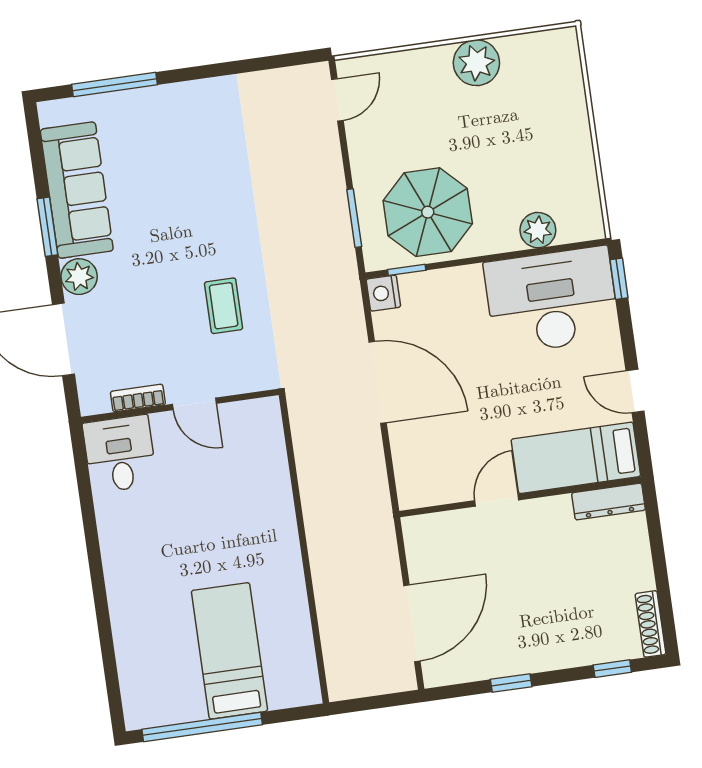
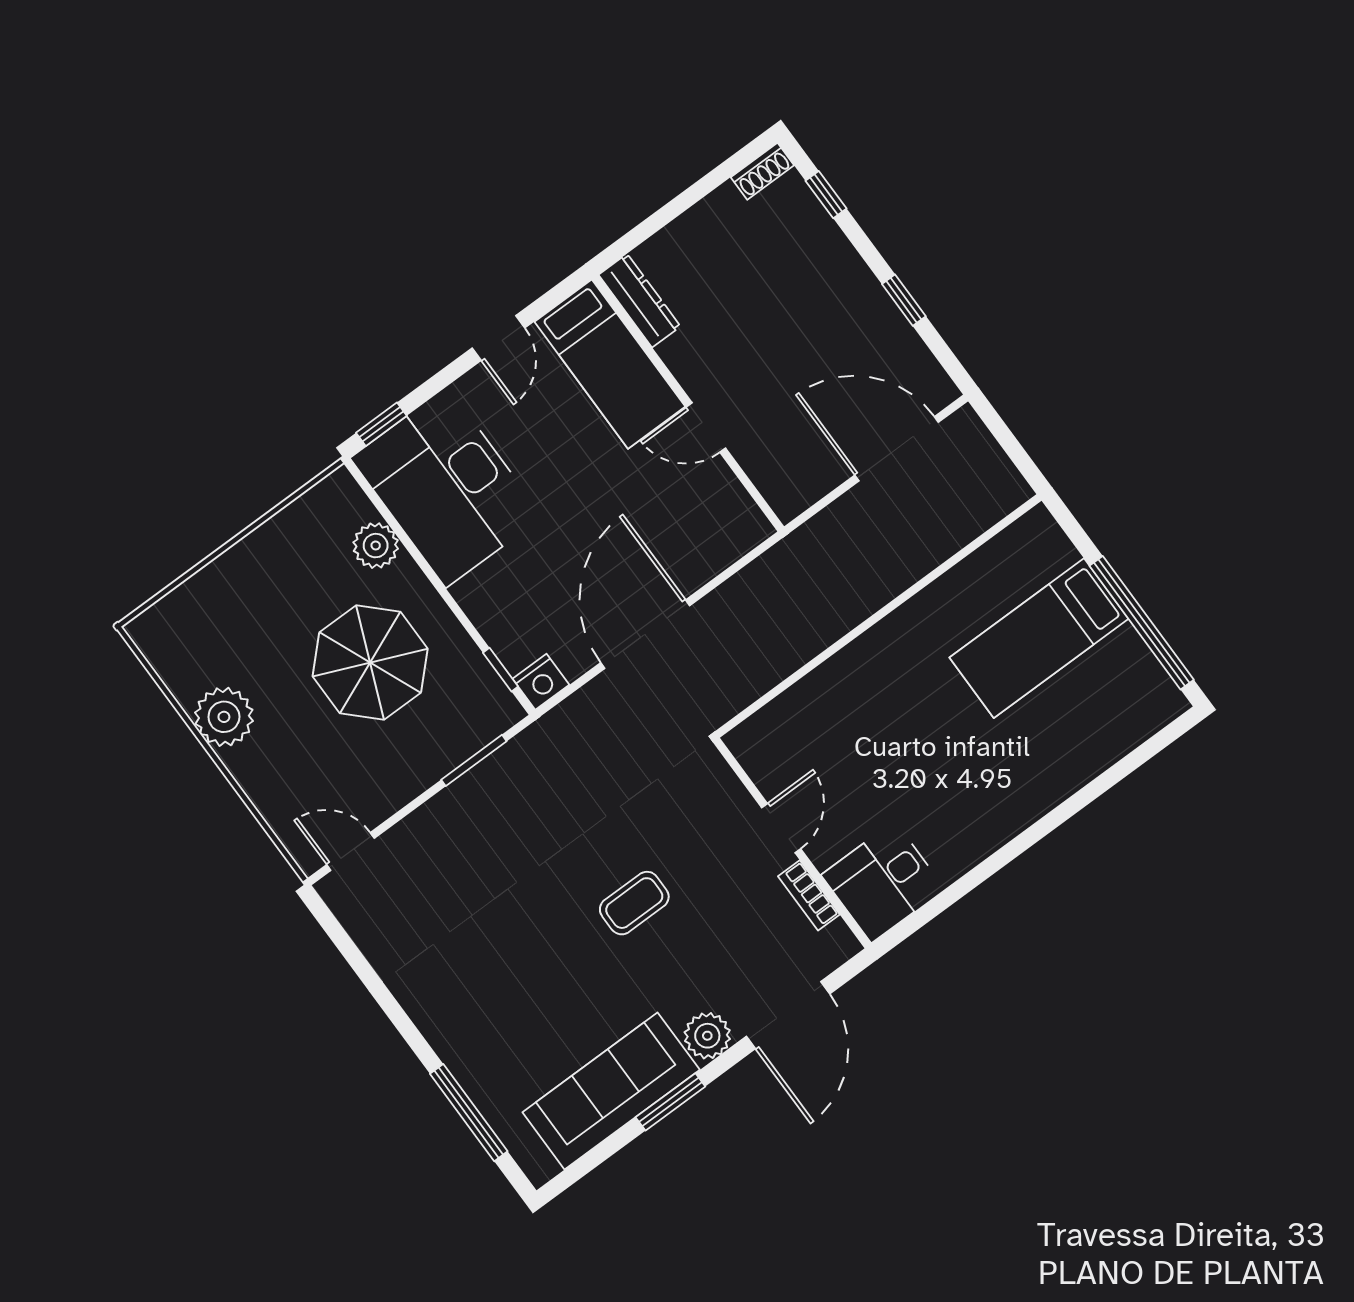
parasol: (428, 212) -> (370, 662), moved
coffee table: (224, 306) -> (634, 903), moved
shoe rack: (650, 624) -> (762, 171), width x0.70

